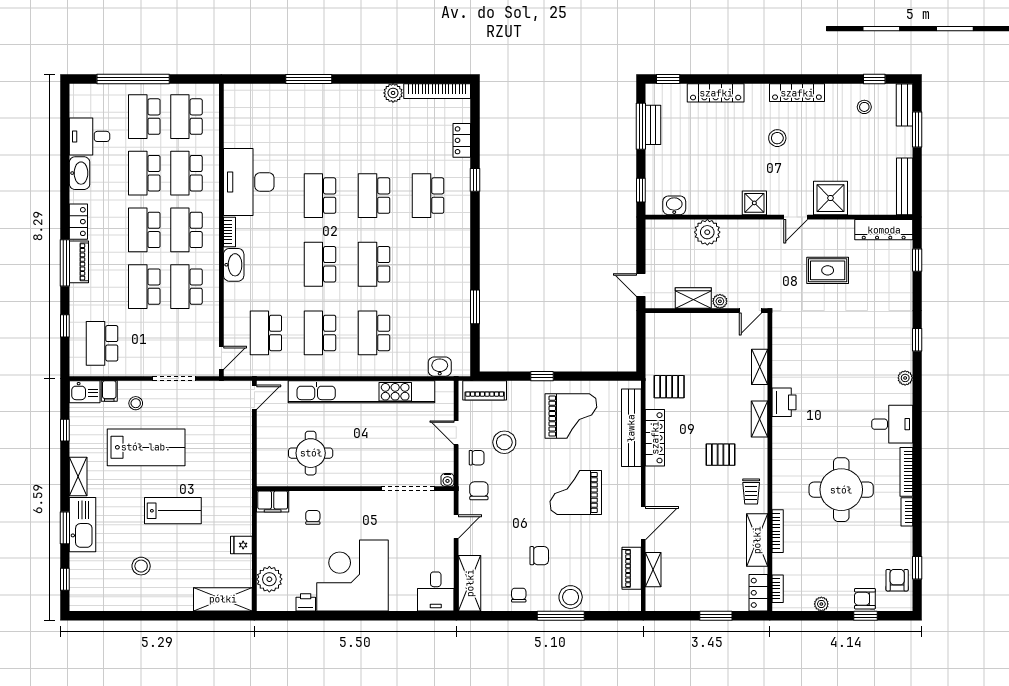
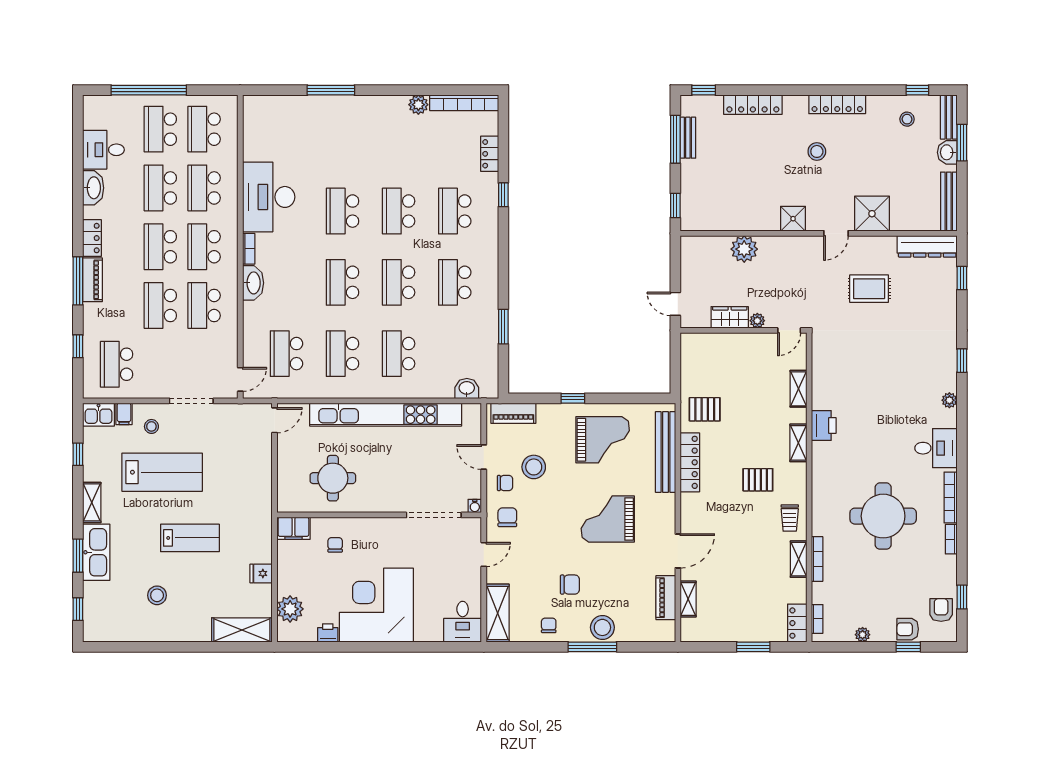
washbasin: (674, 205) -> (947, 152), moved, turned -90
school desk: (428, 264) -> (455, 282), added
shelving: (757, 540) -> (799, 559), width x0.67, depth x0.75

